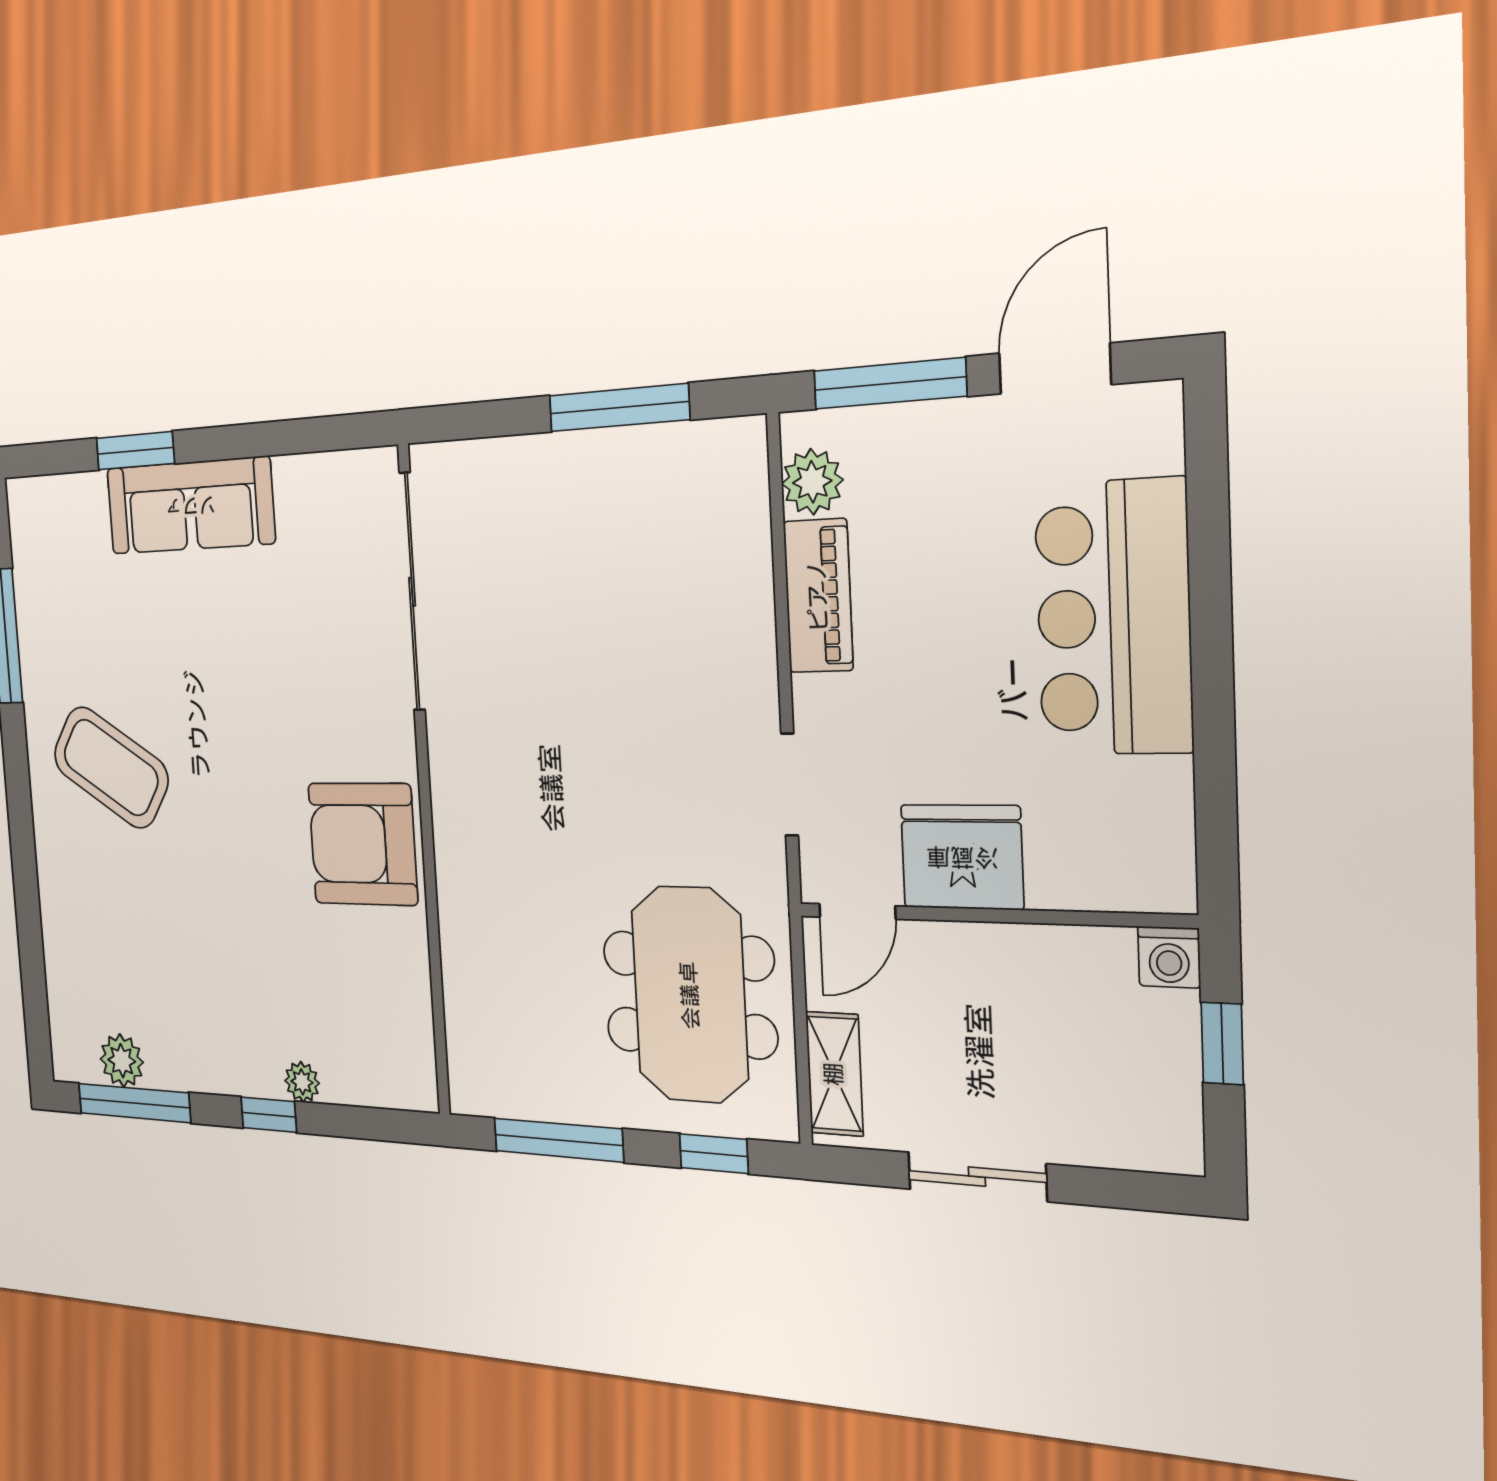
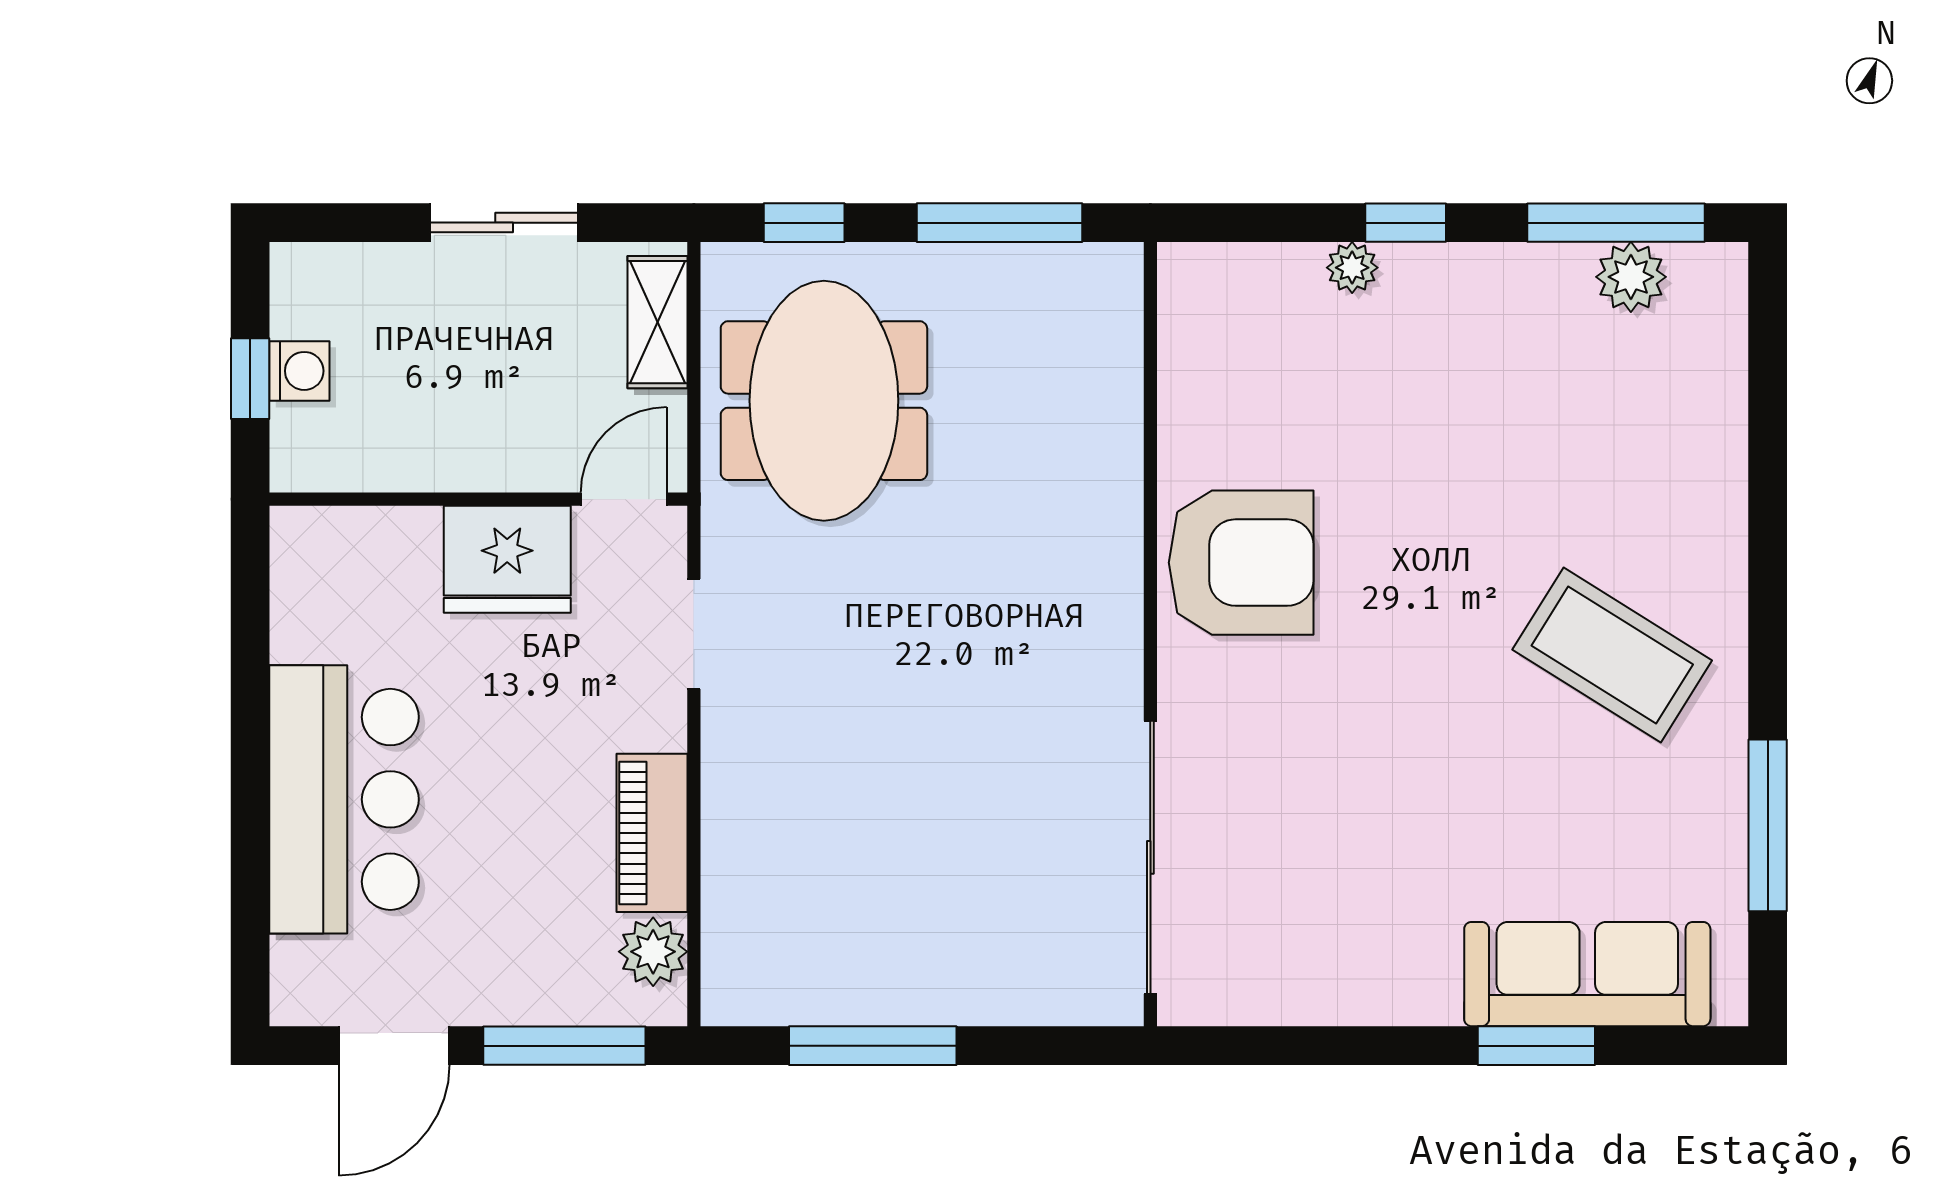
sofa: (190, 506) -> (1587, 974), moved
washing machine: (1169, 957) -> (299, 371), moved, turned 90

